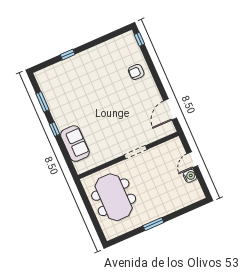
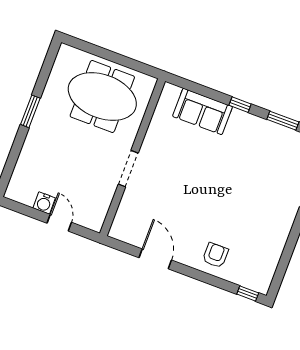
door: (170, 109) -> (155, 259), moved

